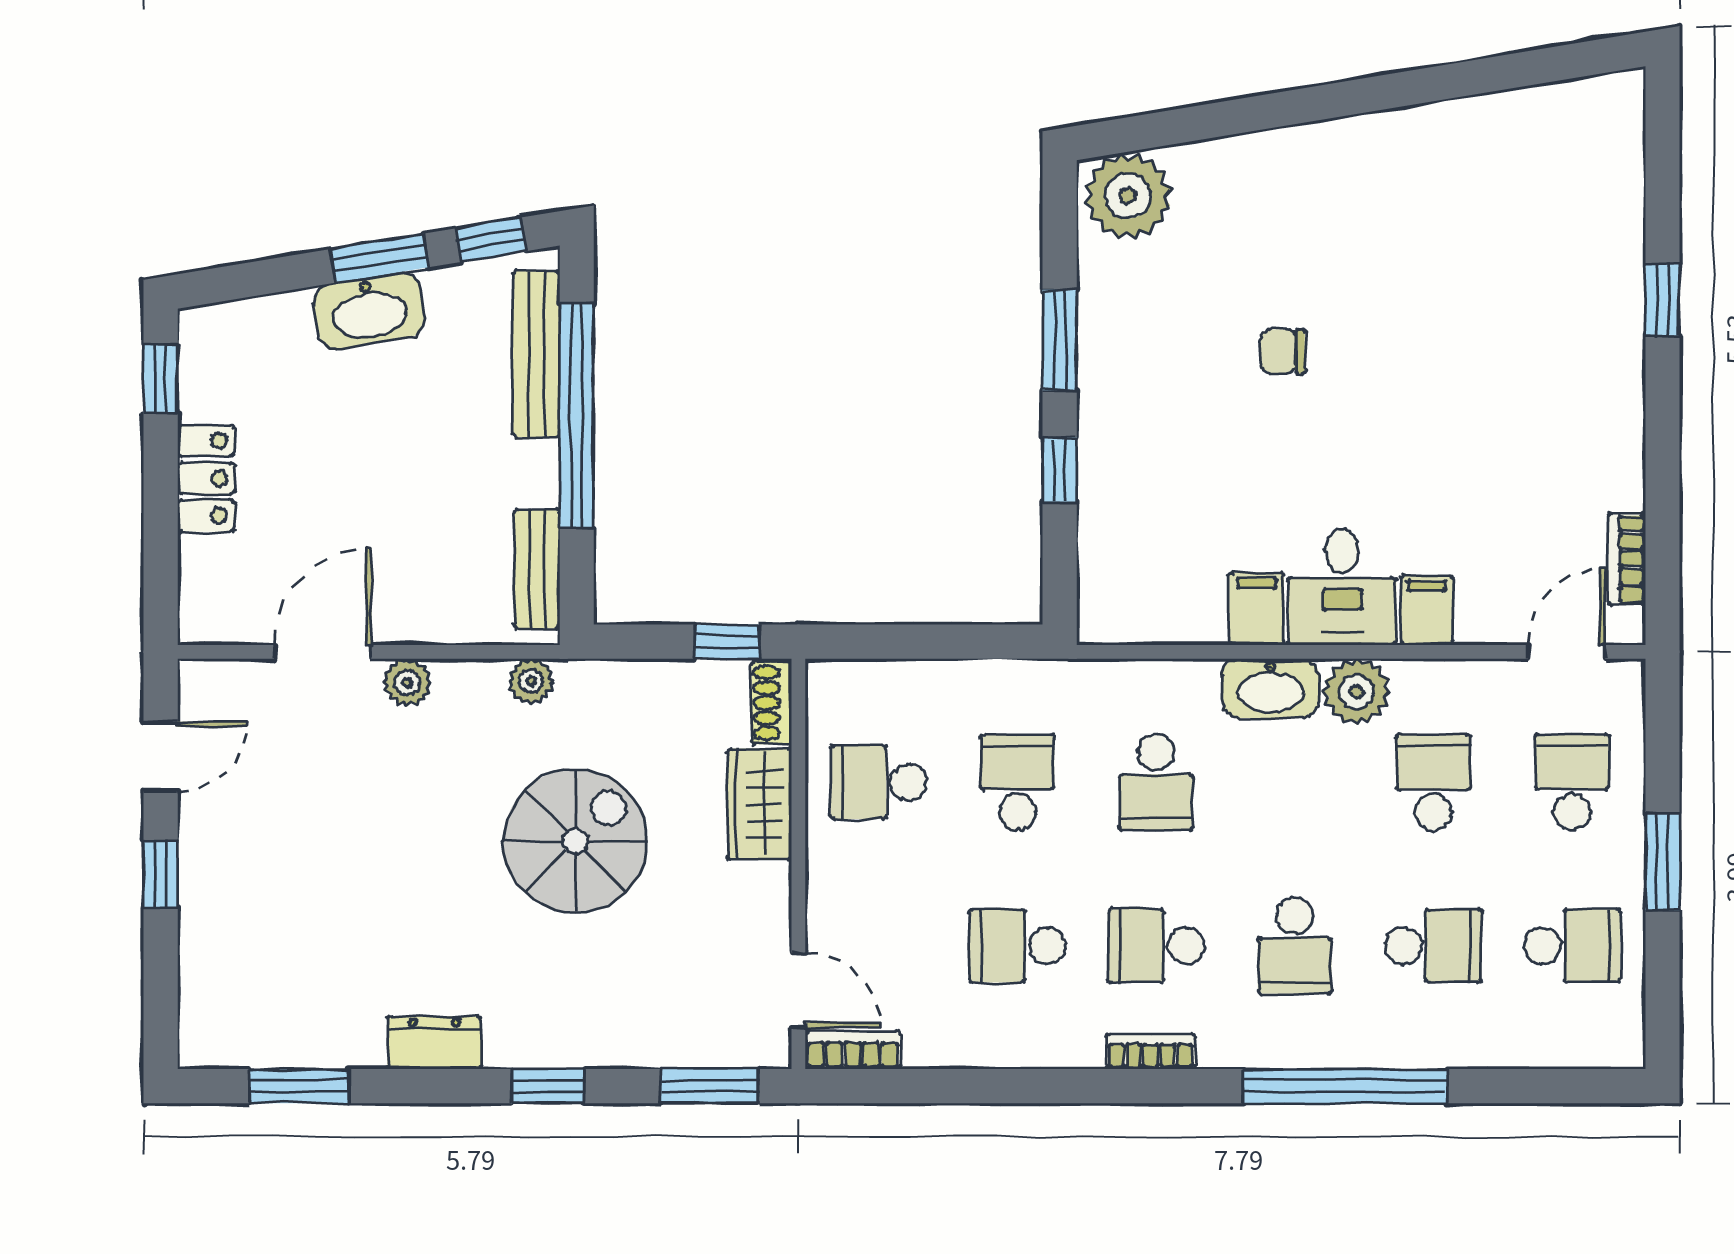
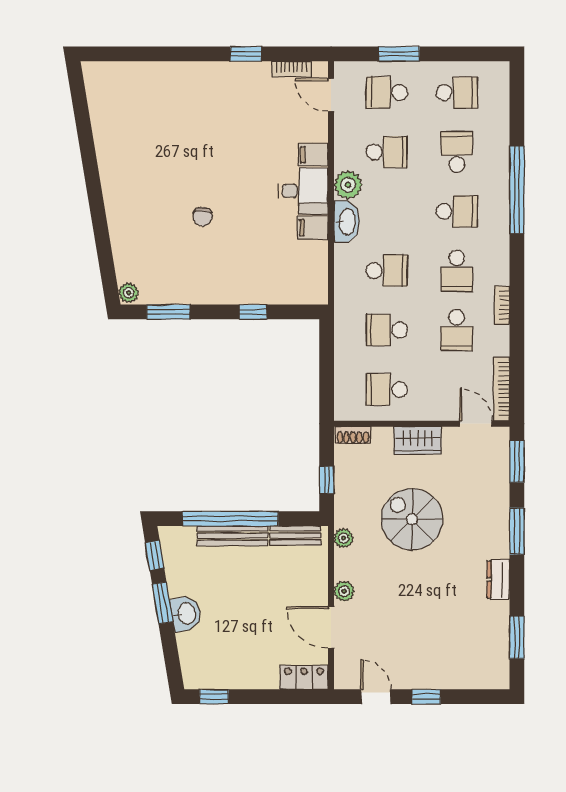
plant: (1128, 196) -> (129, 293), width x0.53, depth x0.53
window: (1662, 300) -> (246, 54), moved
washbasin: (369, 311) -> (186, 614), width x0.72
window: (1060, 340) -> (168, 312), moved
bench: (537, 354) -> (232, 536), moved
locker: (206, 478) -> (304, 677), moved
window: (727, 642) -> (327, 480), moved
school desk: (879, 782) -> (387, 389), turned 90
school desk: (1433, 782) -> (387, 152), turned 180
wardrobe: (759, 804) -> (418, 440), moved
window: (1662, 862) -> (399, 54), moved
school desk: (1572, 946) -> (457, 93), turned 90
door: (798, 990) -> (476, 424), hinge flipped
bookcase: (853, 1050) -> (501, 389), width x1.56
bookcase: (1151, 1051) -> (502, 305), moved
window: (548, 1086) -> (517, 531), width x1.50

